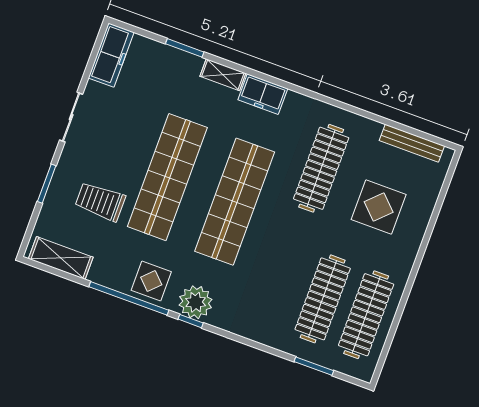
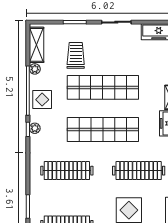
plant: (98, 275) -> (35, 69), added
clothes rail: (323, 299) -> (67, 171), moved
plant: (196, 302) -> (35, 128), width x0.53, depth x0.53

